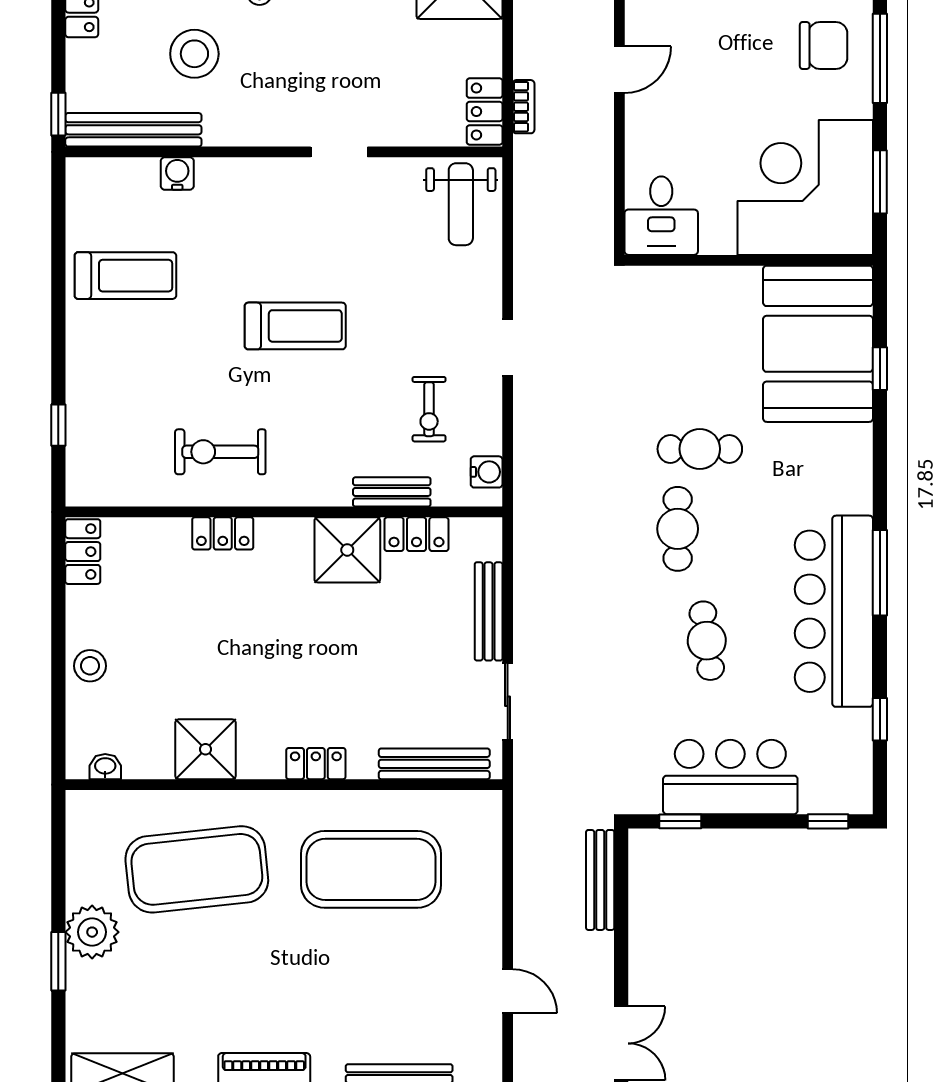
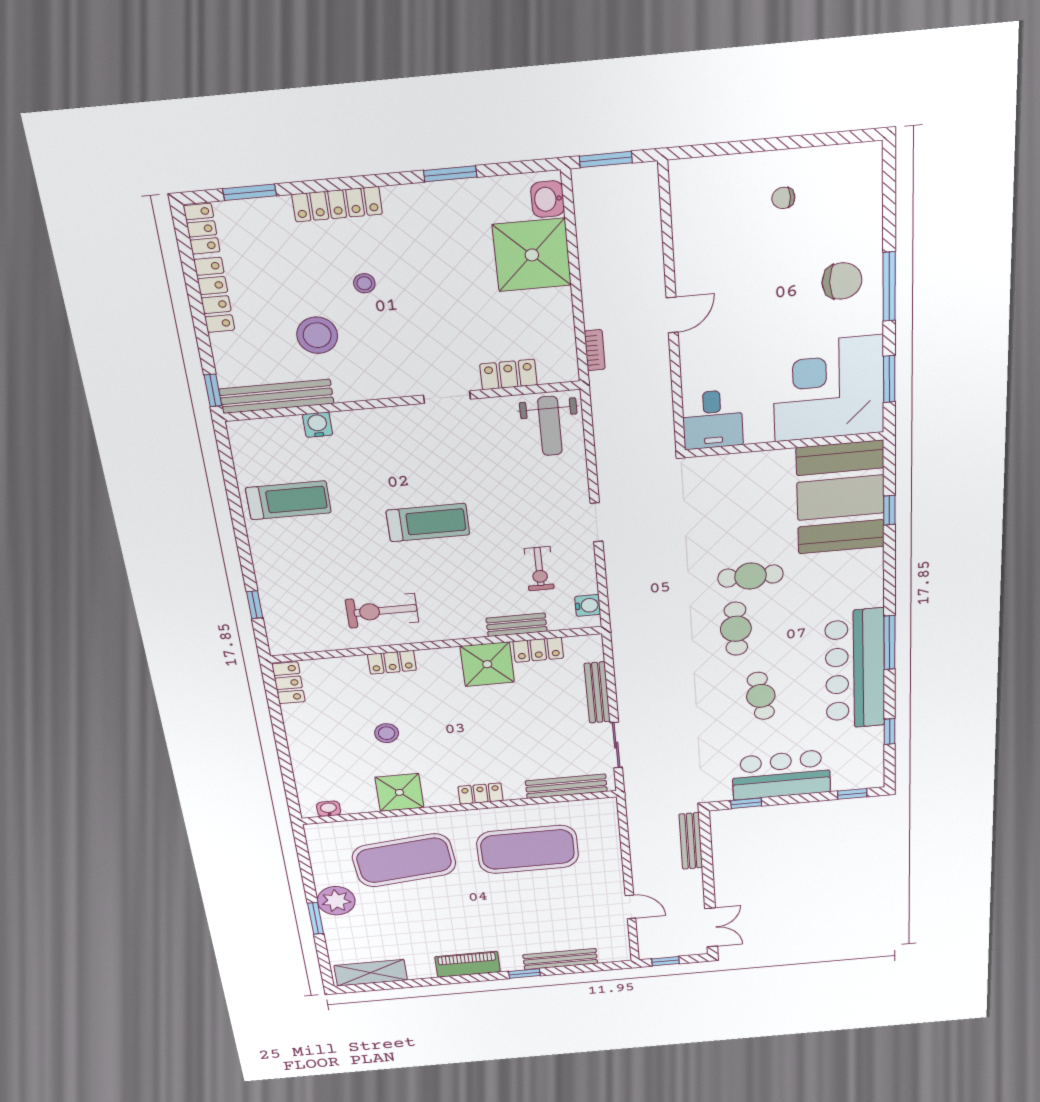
locker: (485, 112) -> (508, 375), moved, turned 90
stool: (90, 666) -> (387, 733), moved

